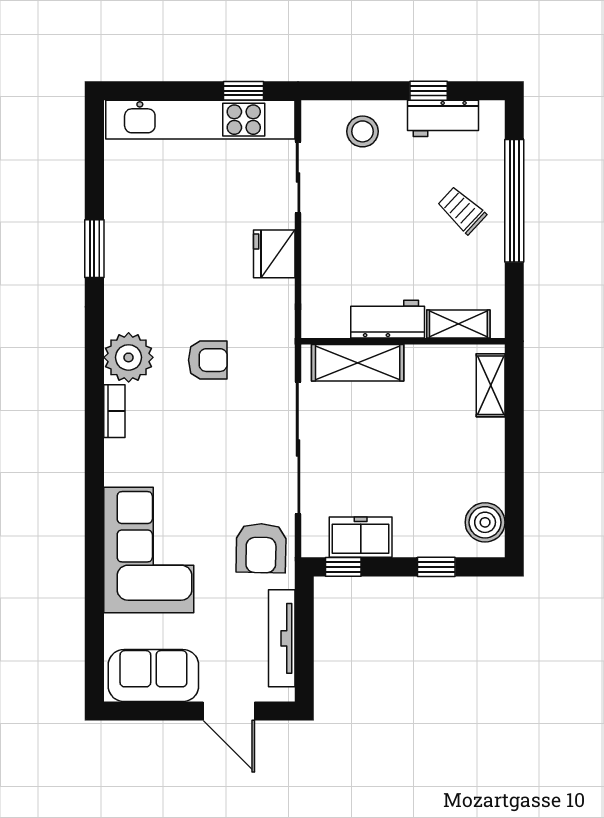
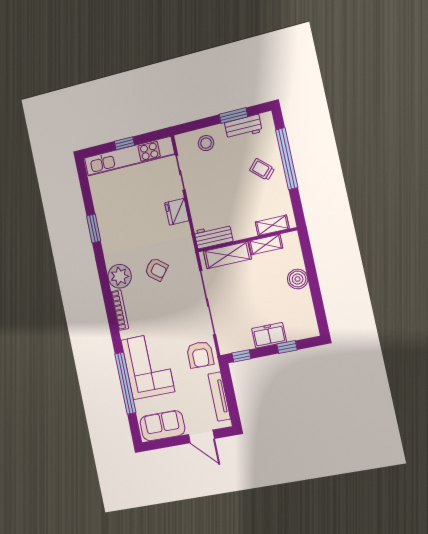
window: (244, 91) -> (124, 143), moved
window: (429, 91) -> (233, 116), width x1.50
workbench: (388, 319) -> (213, 236), moved
armchair: (208, 360) -> (156, 269), turned 39
shelving: (491, 385) -> (266, 245), moved, turned 90
bookcase: (114, 411) -> (120, 310), width x1.56
boiler: (485, 522) -> (298, 279), moved
freezer: (361, 537) -> (269, 335), moved
window: (94, 576) -> (125, 383), added

